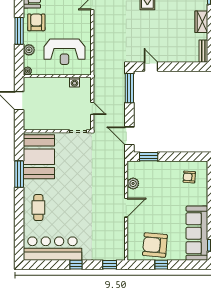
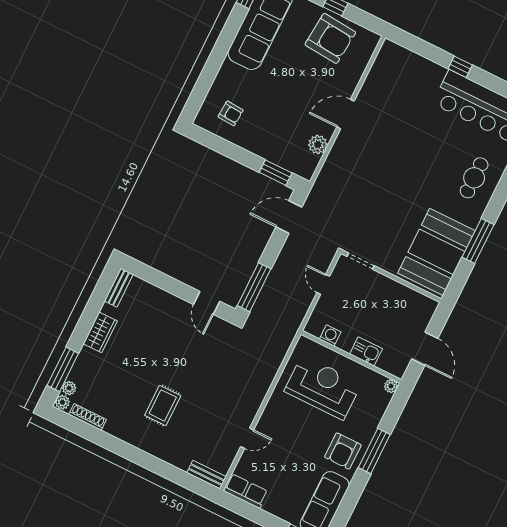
plant: (29, 50) -> (374, 416), removed
kitchen sink: (51, 83) -> (366, 351), added
door: (129, 136) -> (289, 217), swing flipped
window: (110, 265) -> (411, 42), removed

